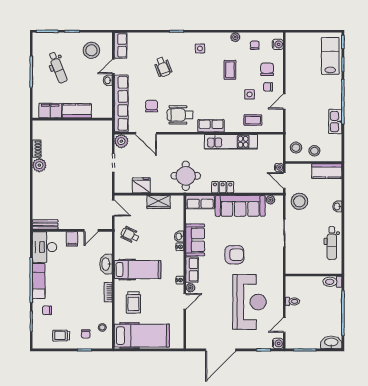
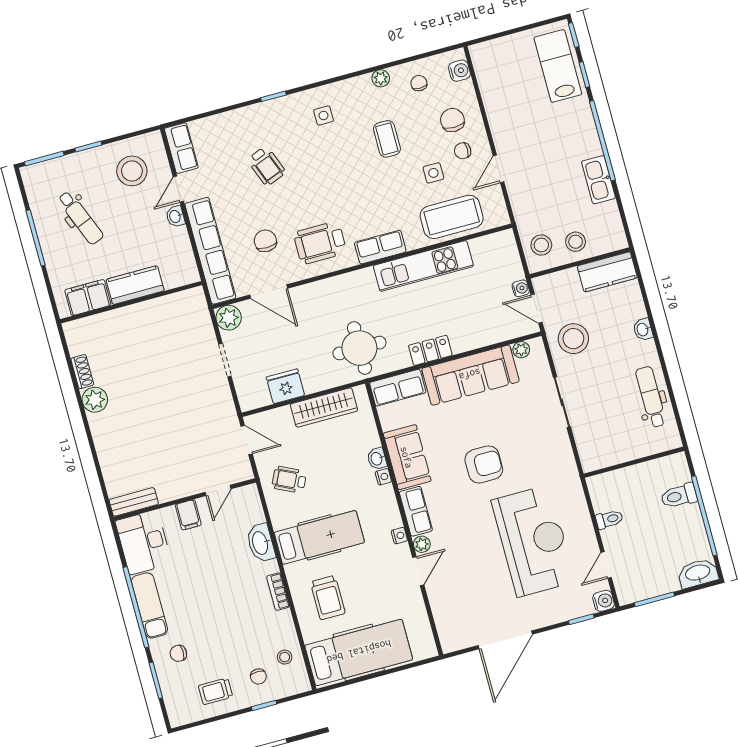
coffee table: (253, 120) -> (452, 217), width x1.86, depth x1.72
wardrobe: (159, 202) -> (324, 408), width x1.50
dental chair: (332, 243) -> (651, 397), turned 180
toilet: (332, 282) -> (679, 496), moved

